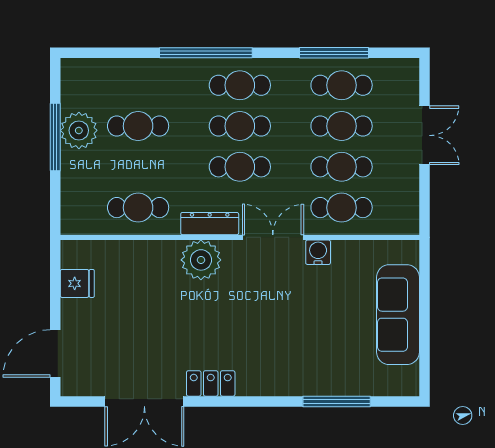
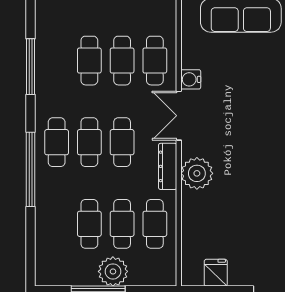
cafe table: (342, 85) -> (122, 224), moved
plant: (79, 130) -> (113, 271), moved

